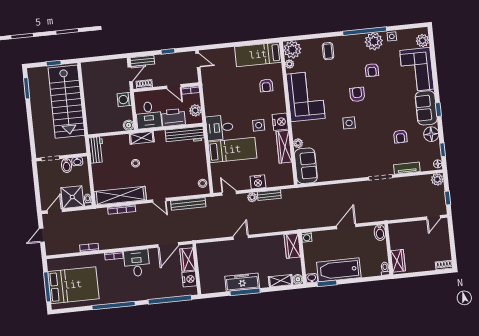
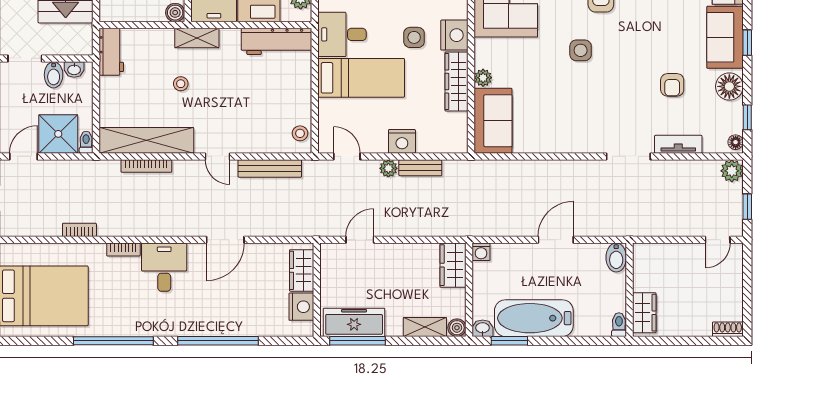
wardrobe: (187, 260) -> (302, 270), moved
wall: (197, 269) -> (317, 290), moved
nightstand: (189, 279) -> (301, 307), moved

